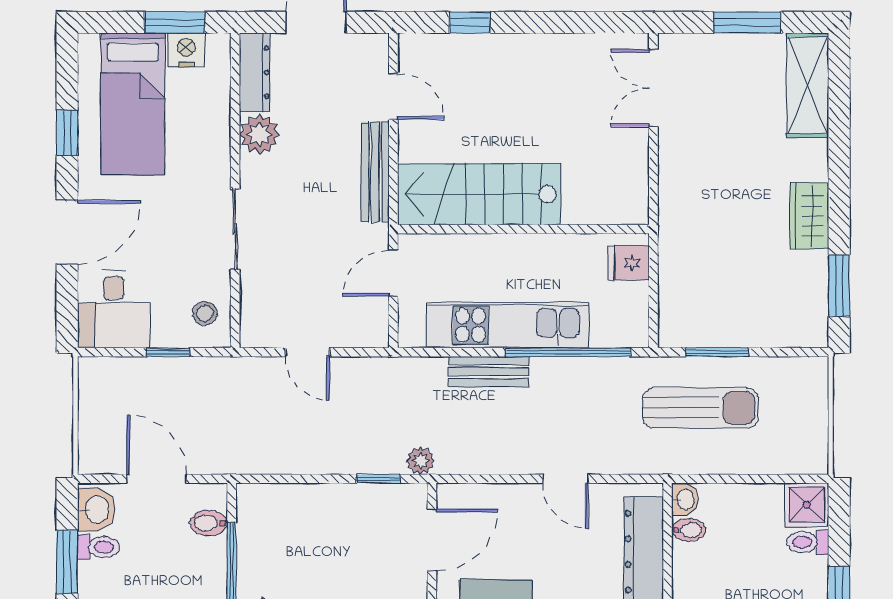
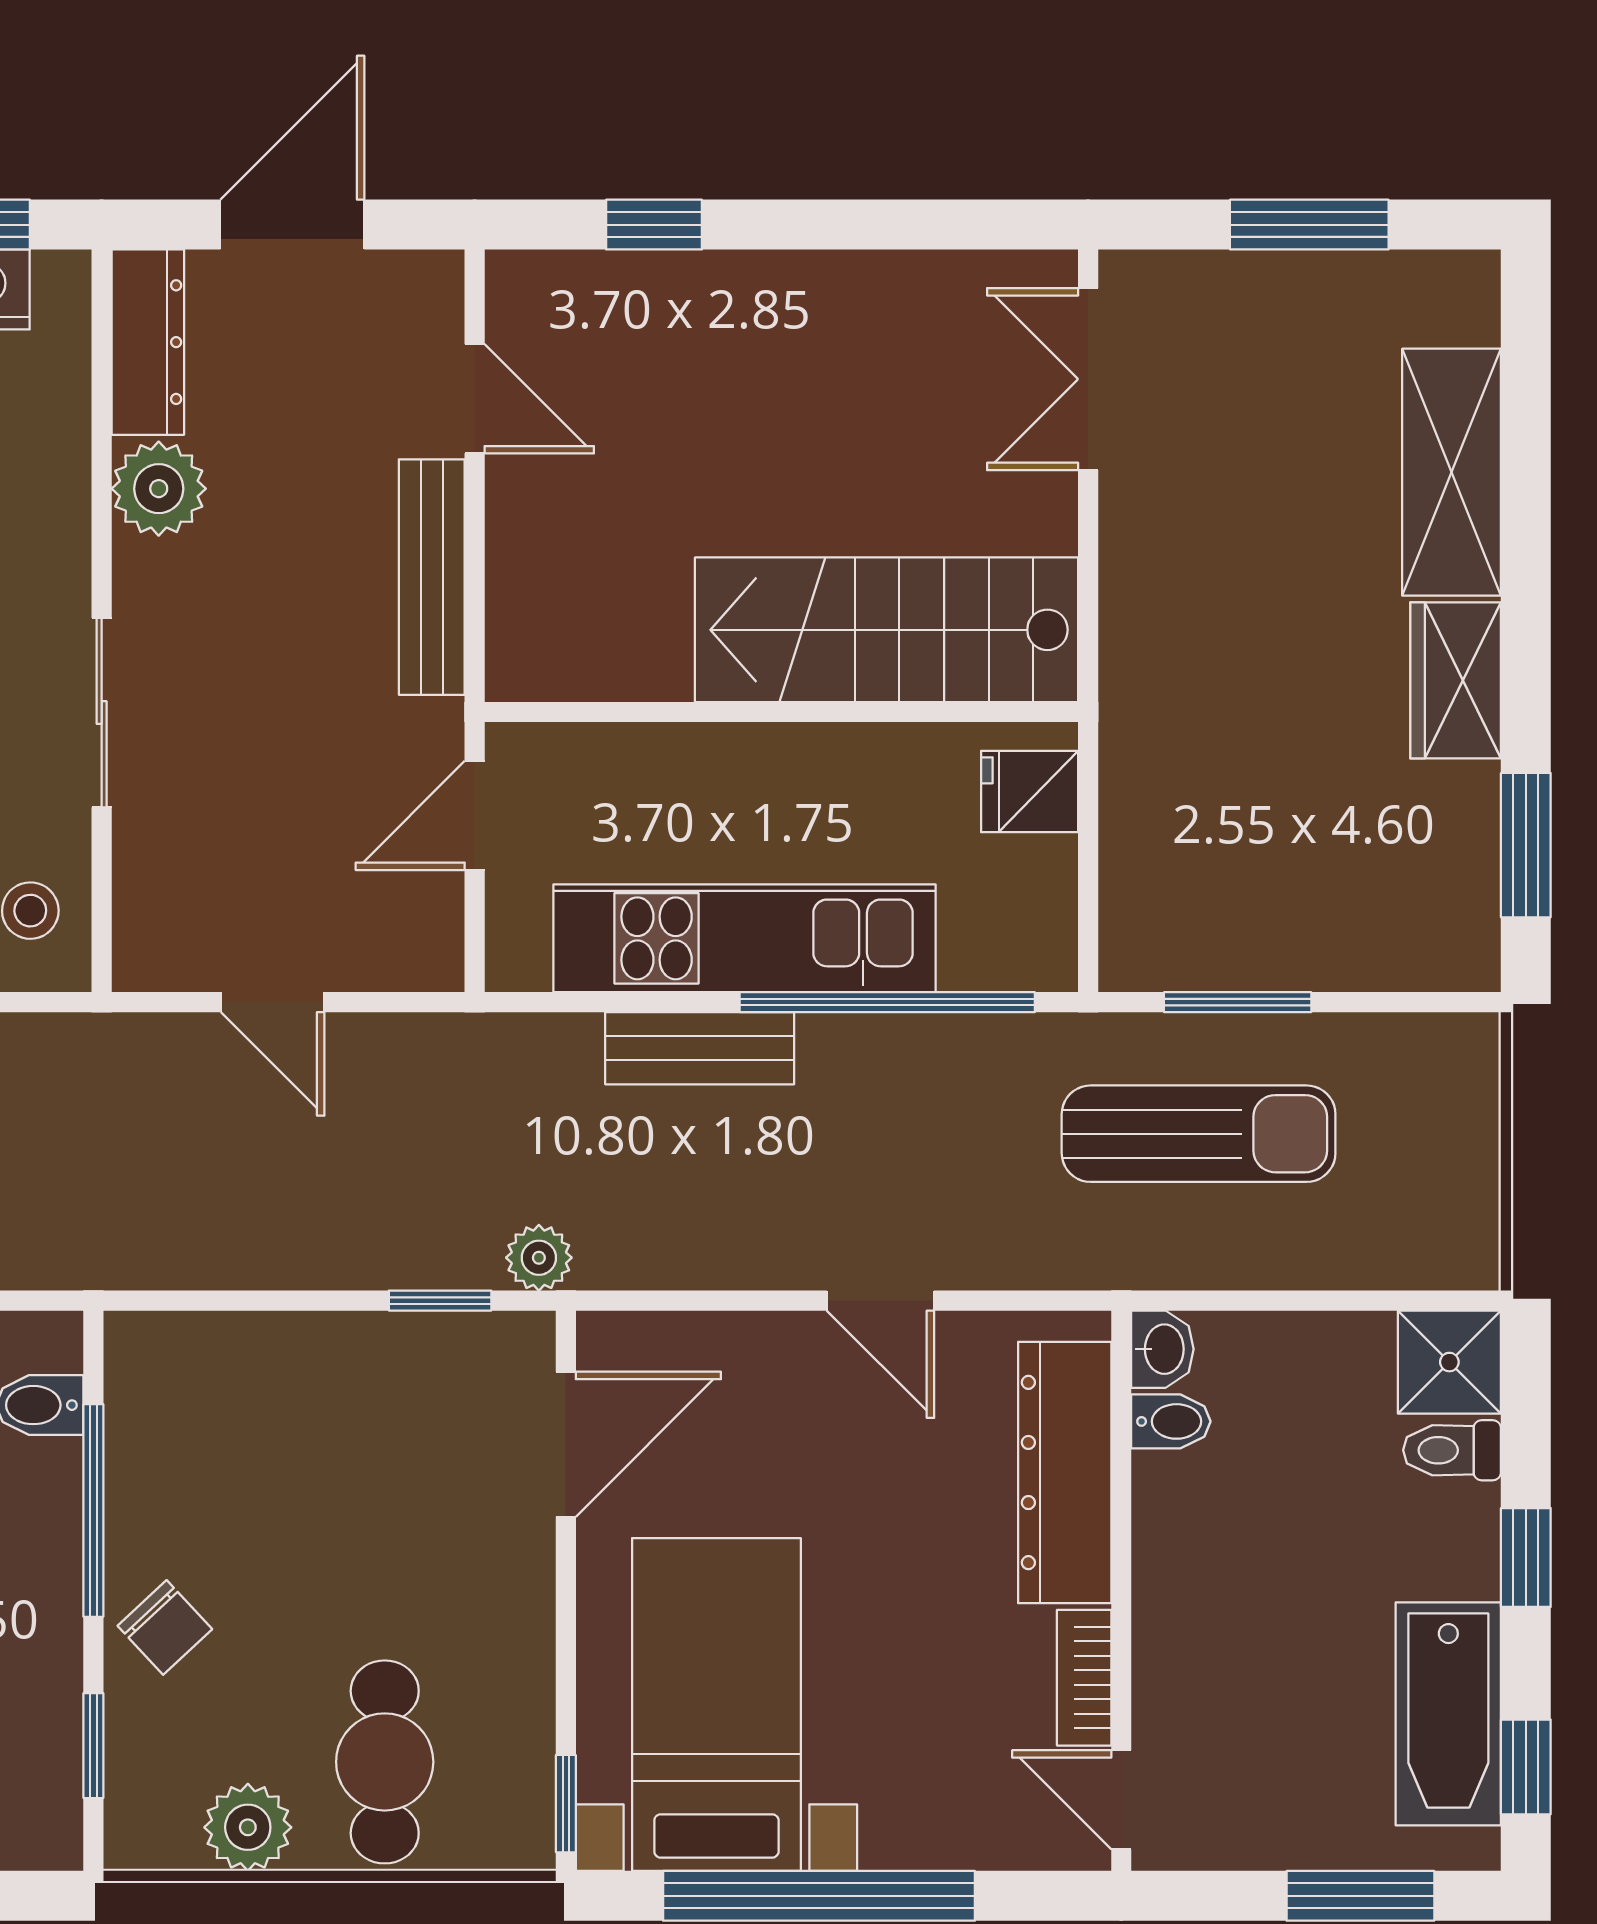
shelving: (808, 85) -> (1452, 472), moved
stairs: (479, 194) -> (887, 630), moved

